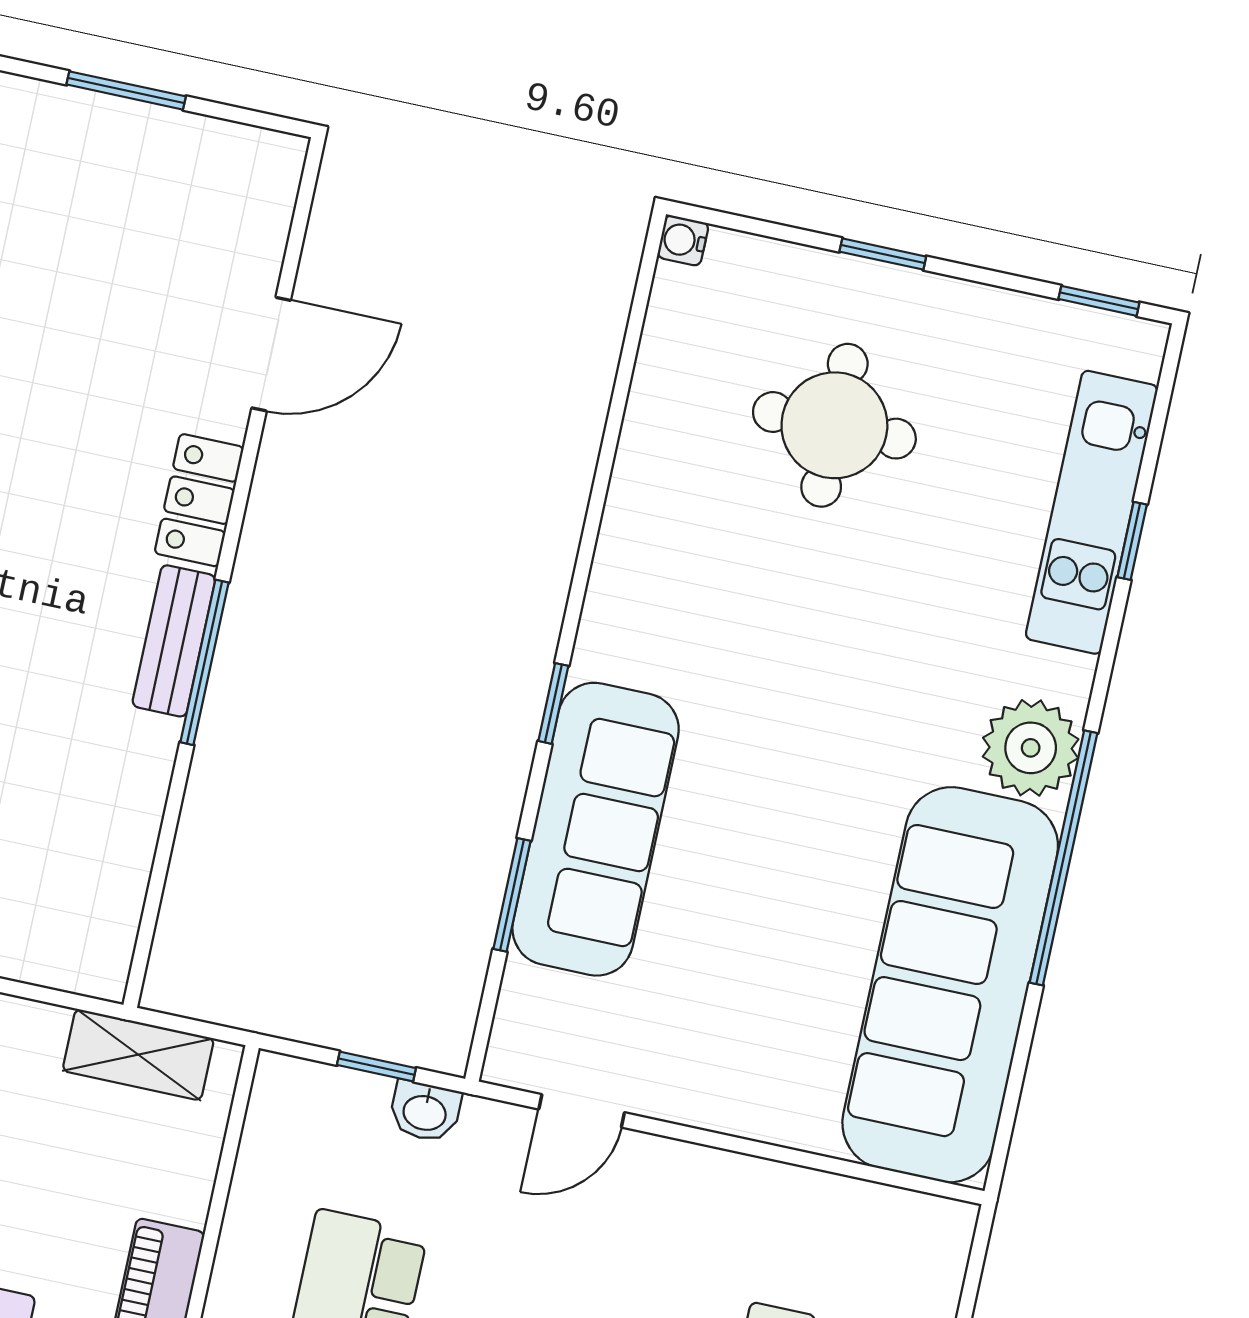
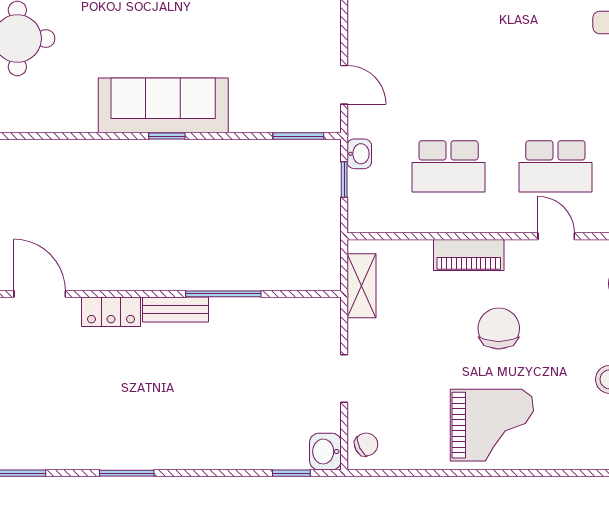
window: (204, 662) -> (223, 294), moved
sofa: (596, 829) -> (163, 105), moved
window: (512, 895) -> (298, 136), moved

